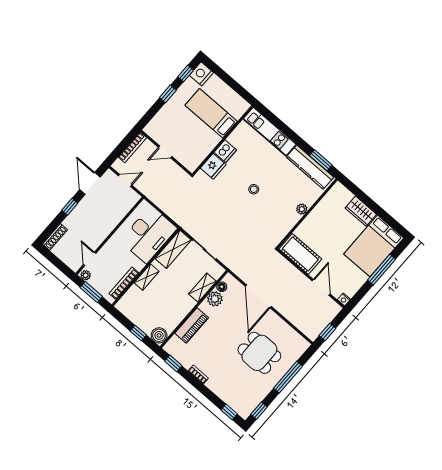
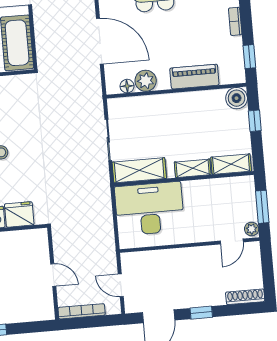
bookcase: (124, 283) -> (221, 184), removed
shelving: (202, 288) -> (231, 164), moved
door: (258, 296) -> (100, 41), hinge flipped

